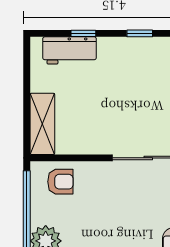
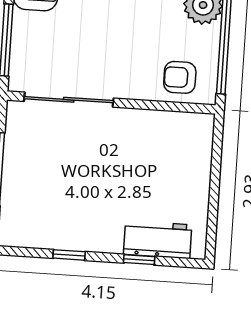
shelving: (42, 124) -> (197, 151), removed

